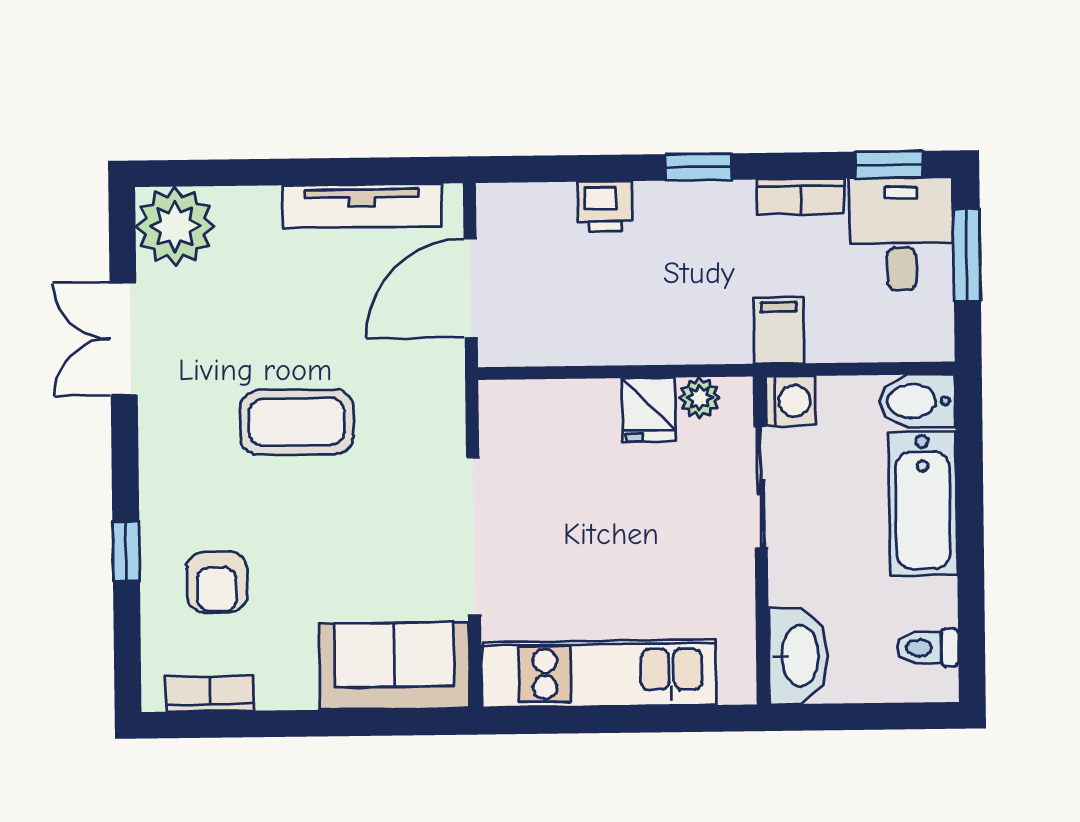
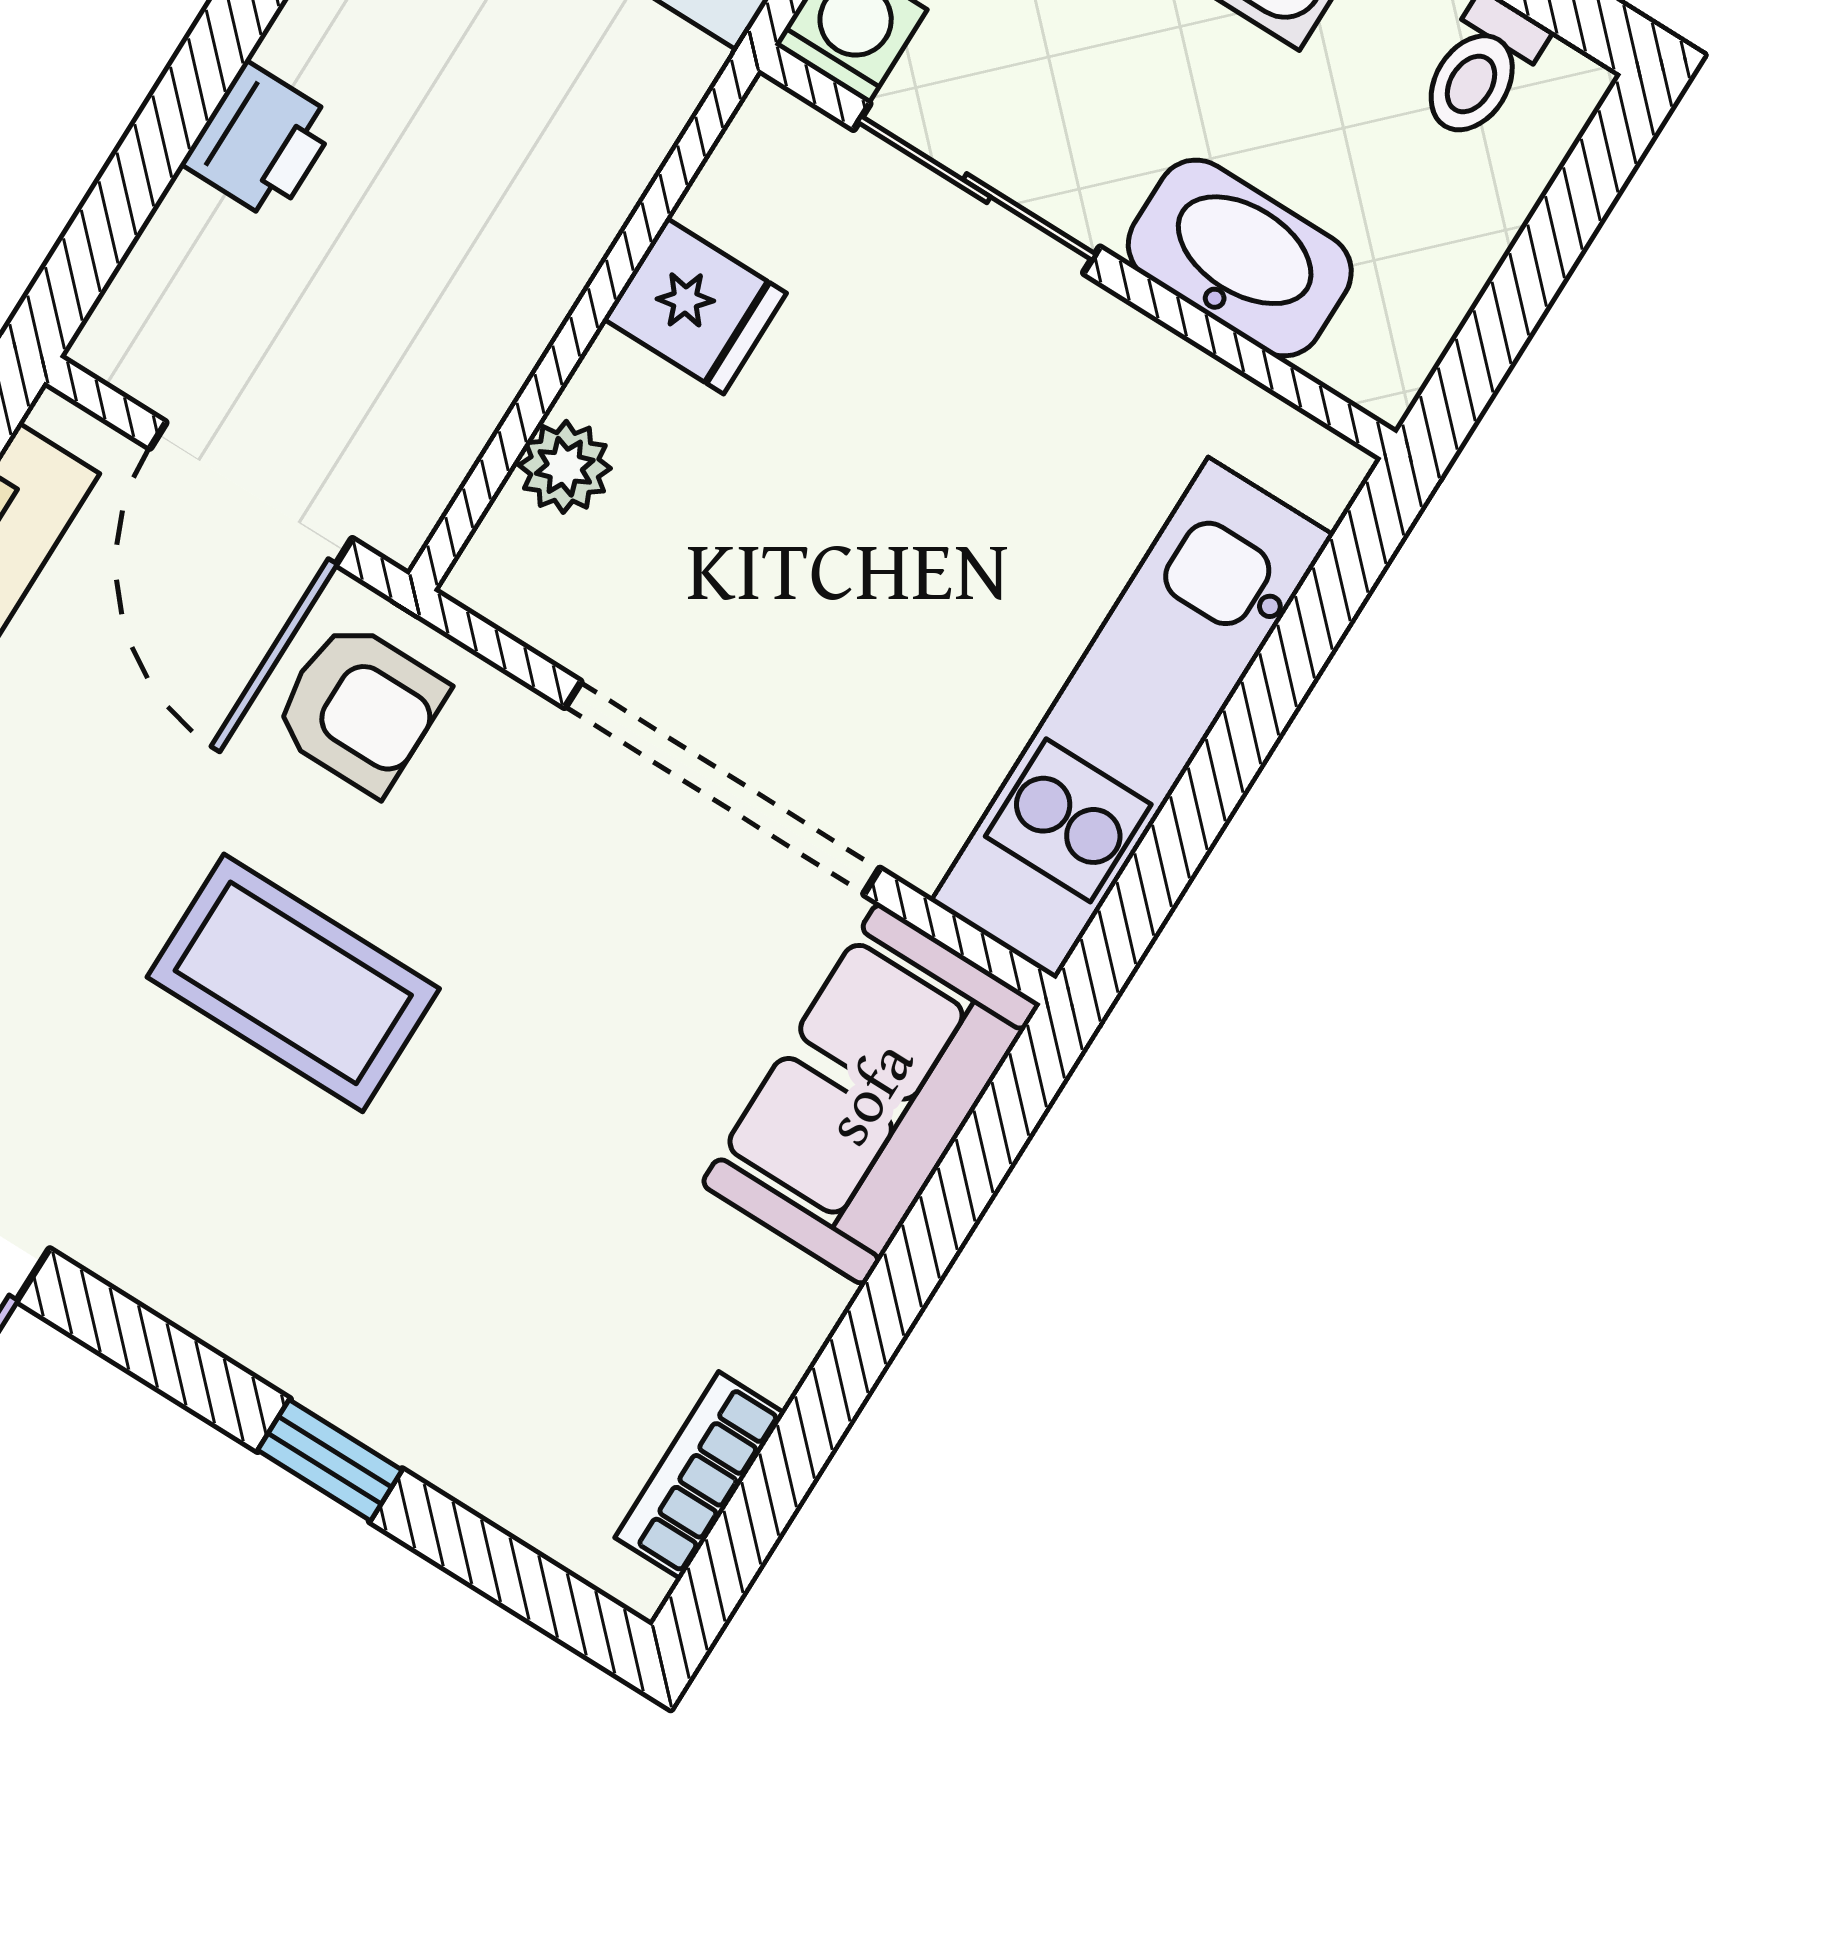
plant: (699, 398) -> (565, 467), moved
coffee table: (297, 422) -> (293, 983), turned 90
armchair: (217, 582) -> (360, 708), moved
washbasin: (798, 656) -> (1240, 258), moved

